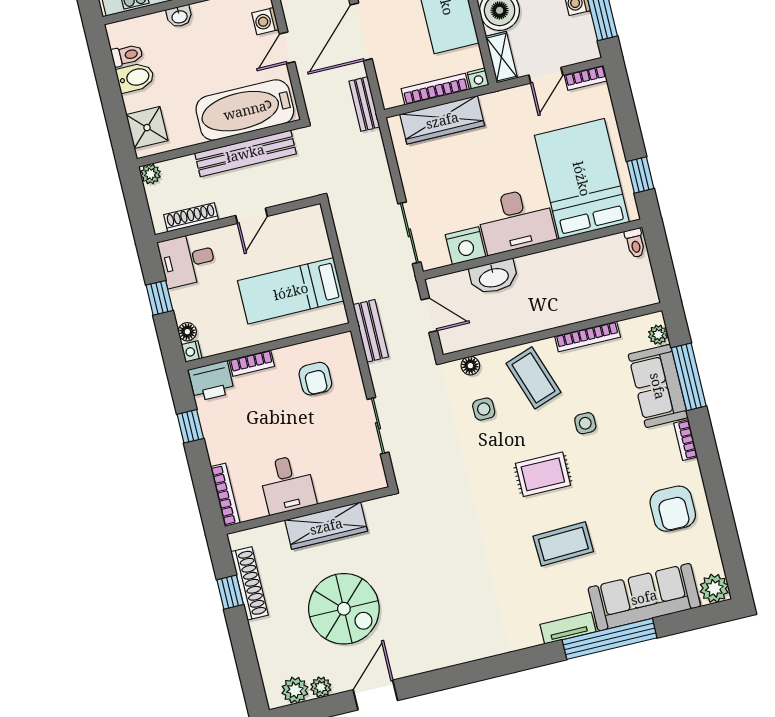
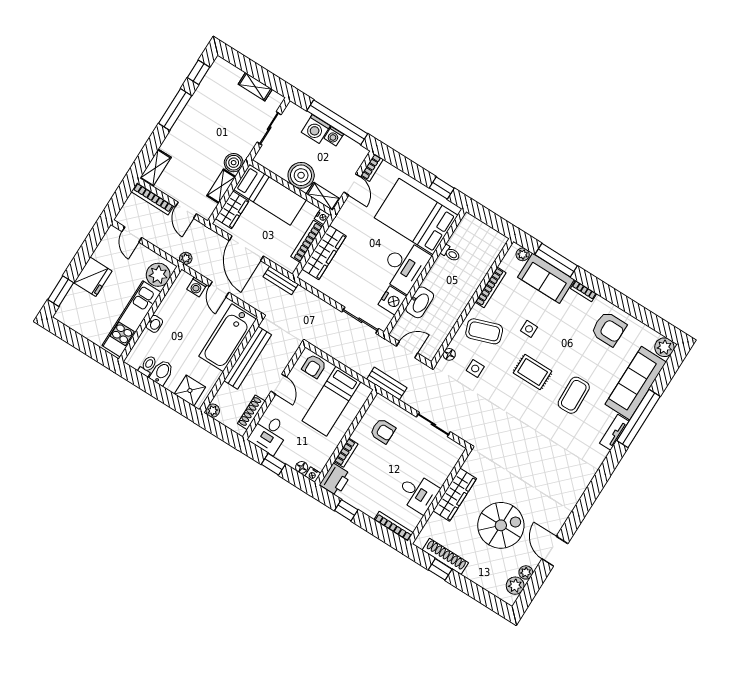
armchair: (309, 234) -> (314, 366), added
toilet: (635, 243) -> (451, 253), moved
rug: (543, 474) -> (533, 372), turned 90

